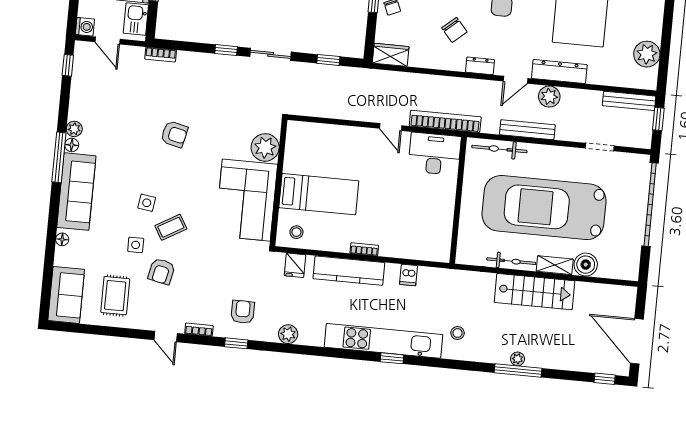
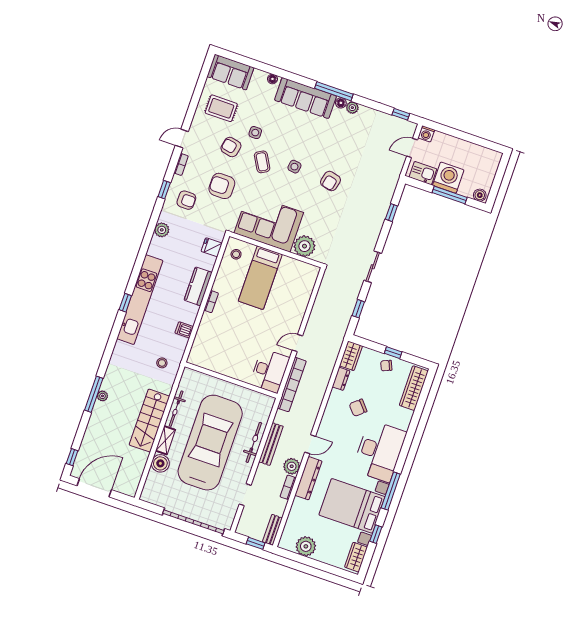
window: (226, 50) -> (391, 213), moved
bookcase: (161, 55) -> (288, 487), moved
dresser: (480, 66) -> (341, 379), moved
door: (515, 80) -> (310, 444), swing flipped
bench: (629, 101) -> (272, 530), width x0.73
bicycle: (499, 149) -> (254, 442), moved
side table: (147, 203) -> (294, 167), moved
armchair: (214, 271) -> (222, 186), added
kitchen counter: (349, 271) -> (198, 286), width x0.67
stool: (457, 333) -> (162, 363), moved

